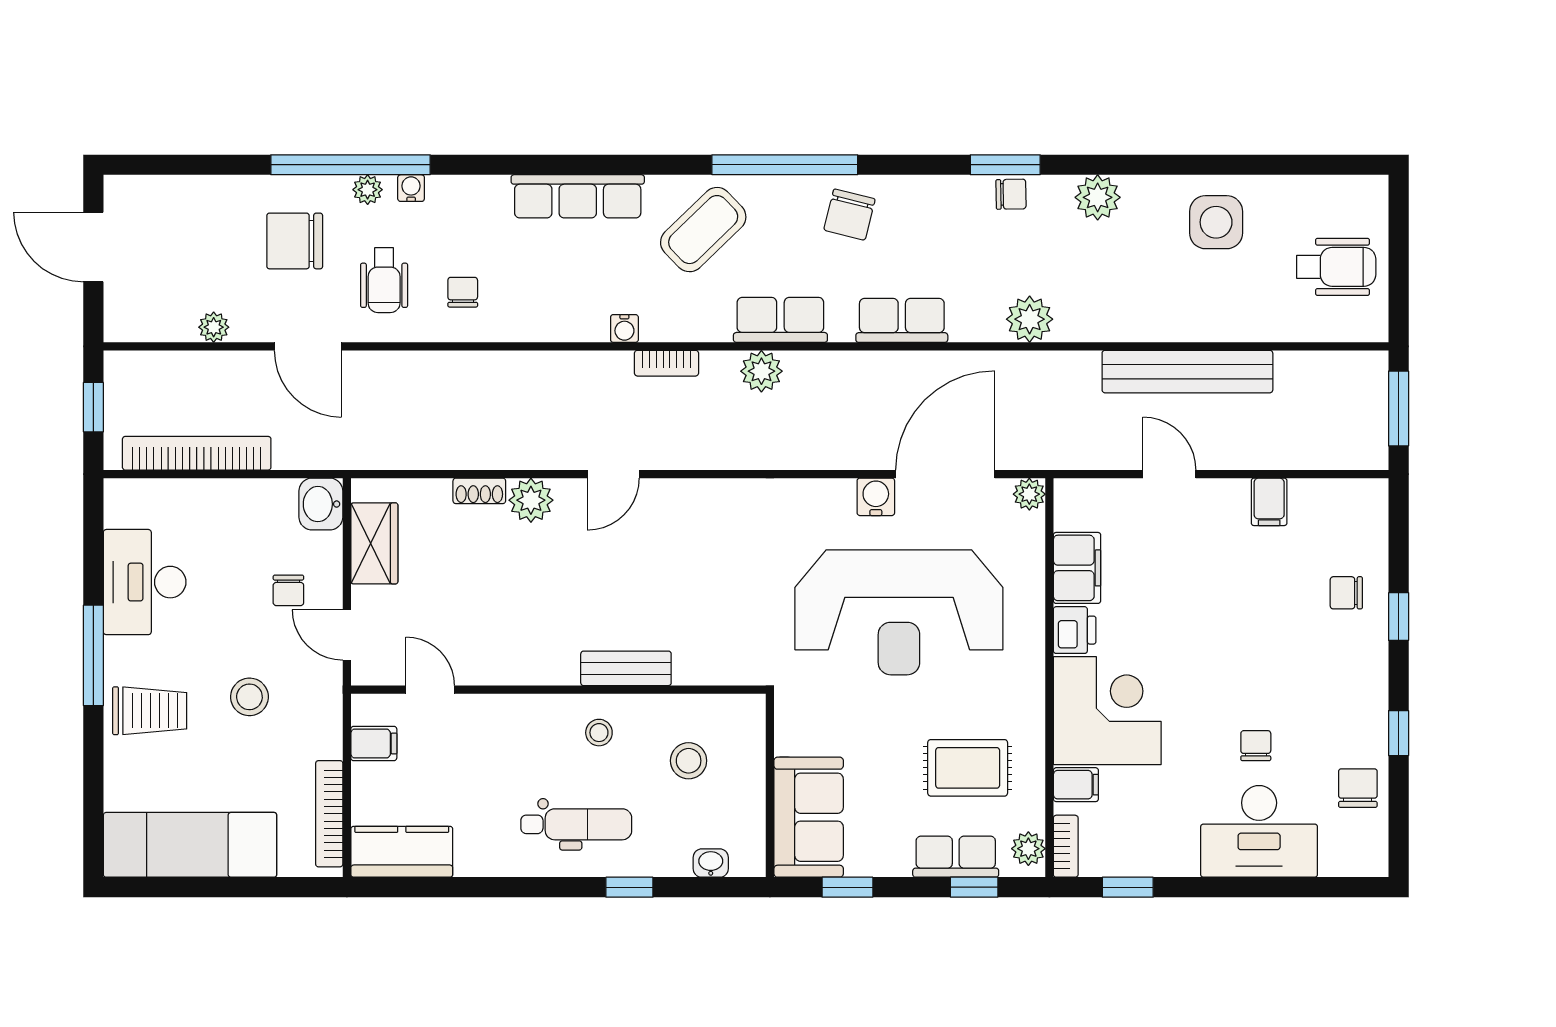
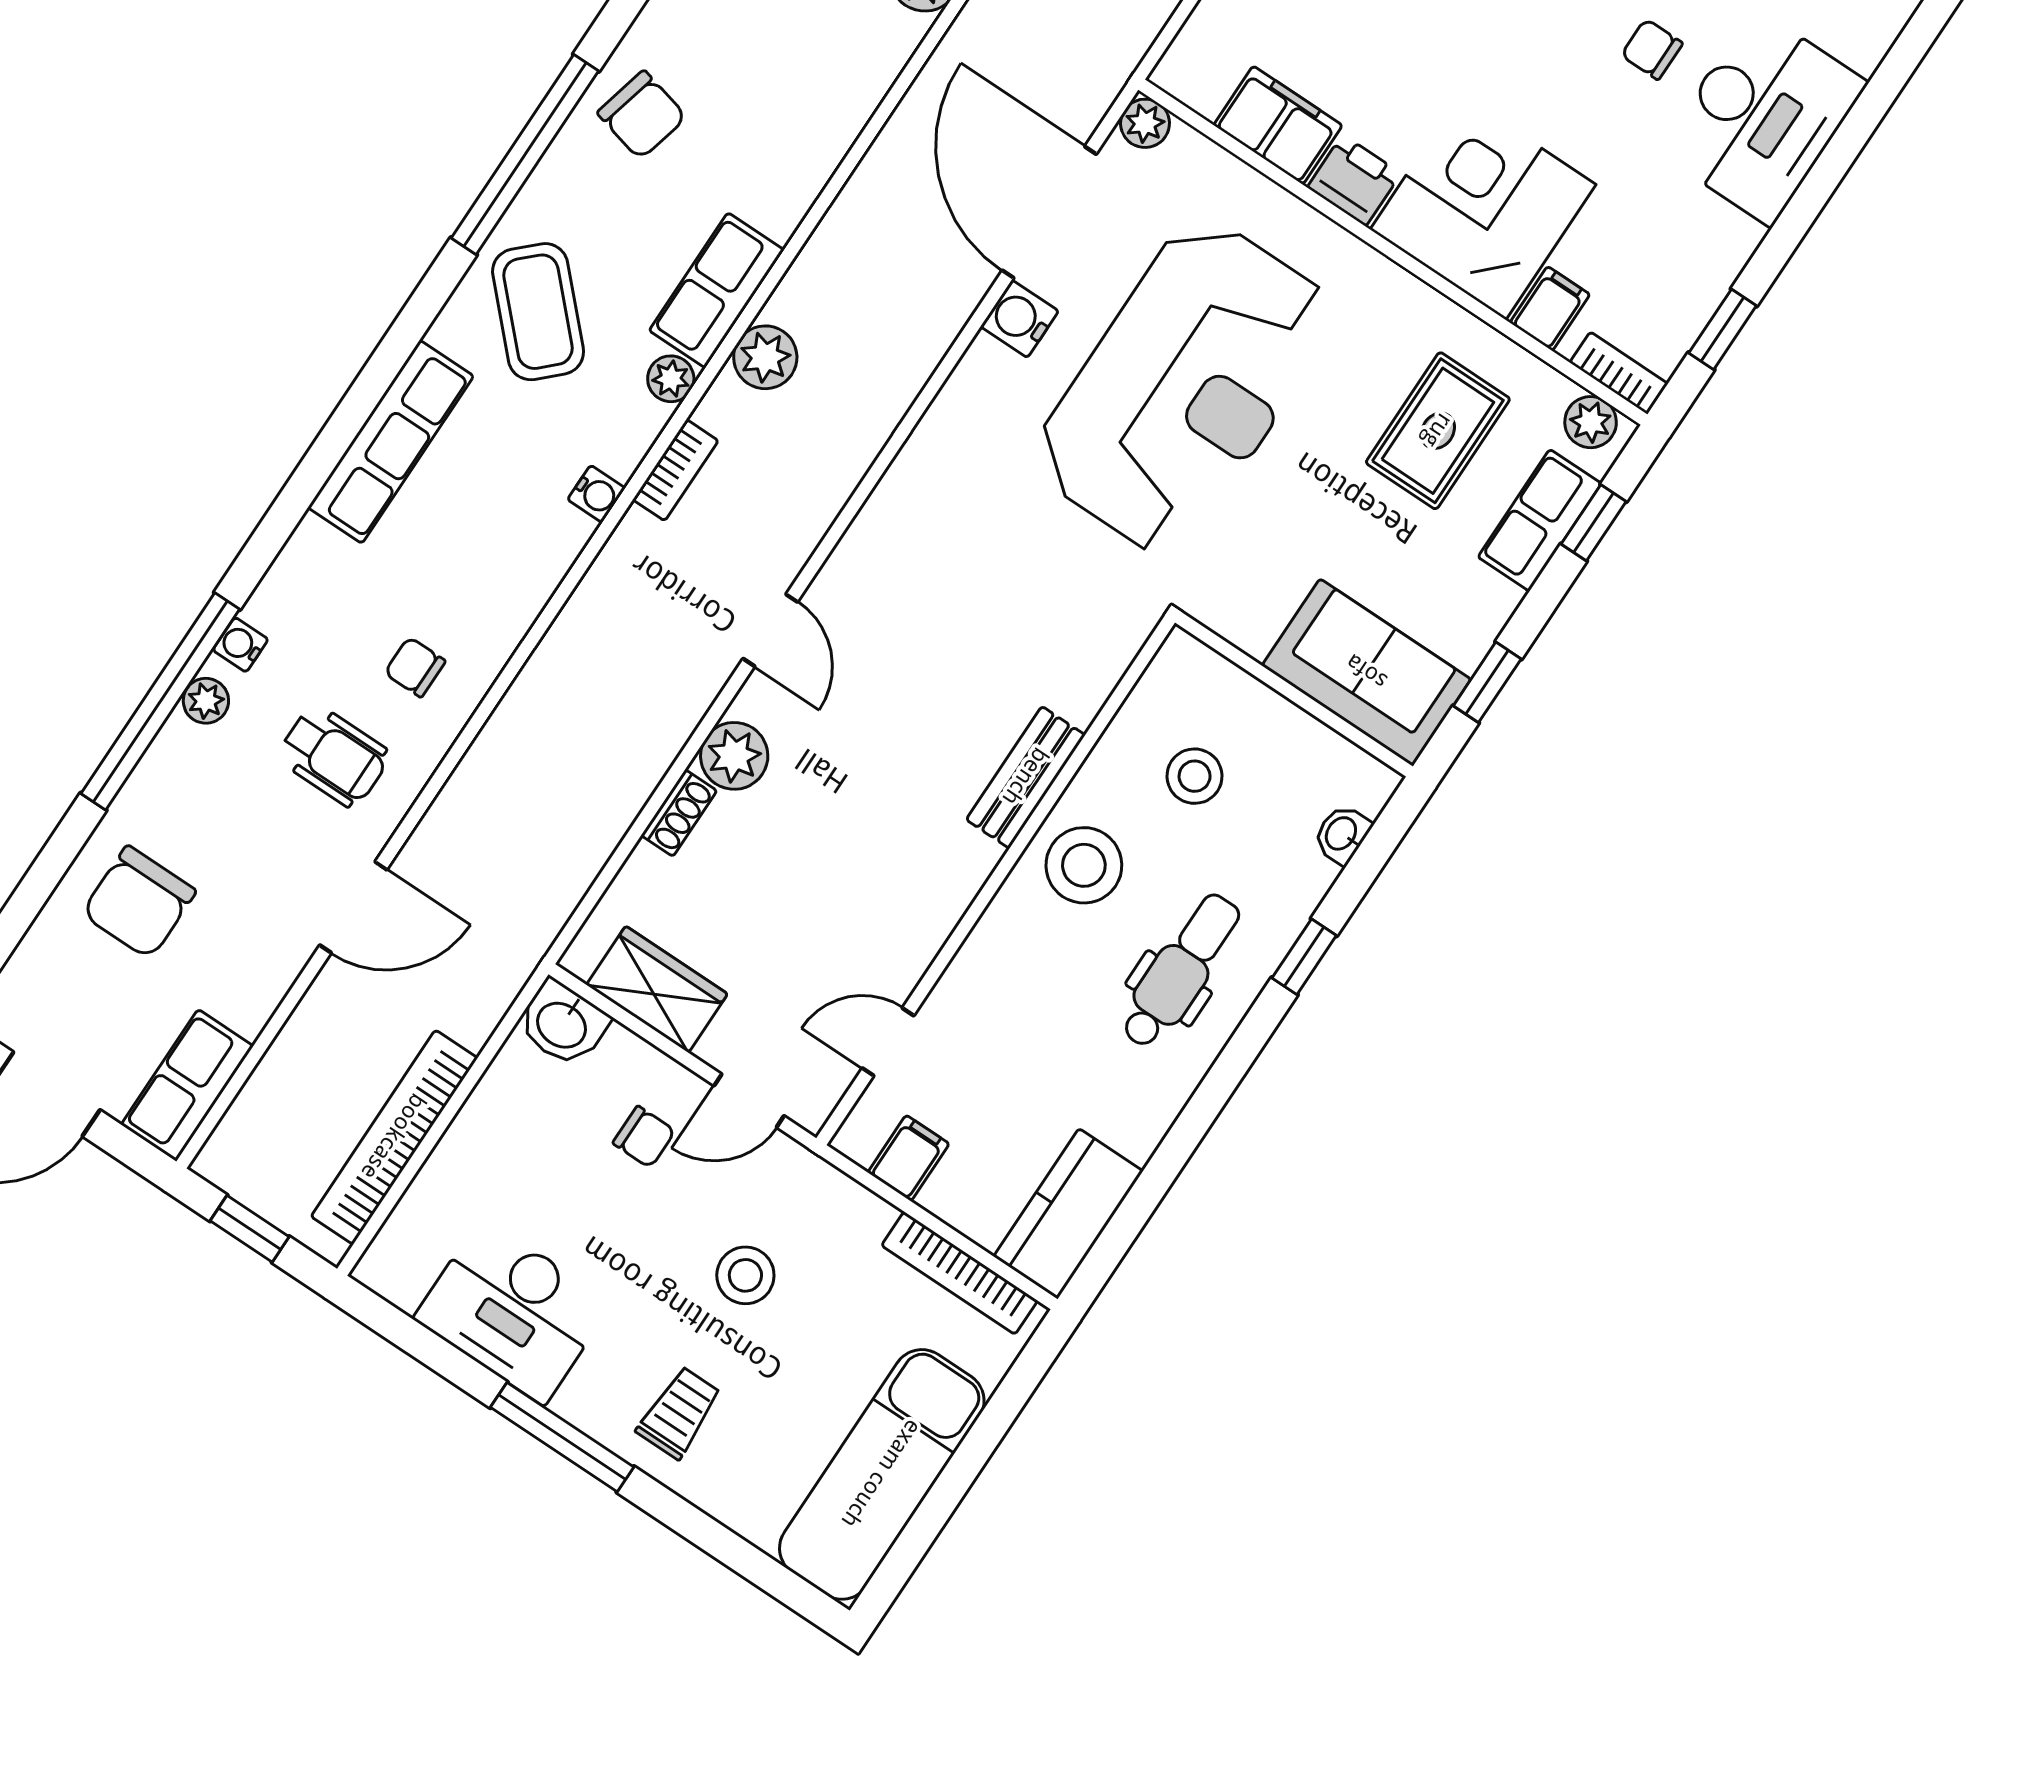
chair: (295, 241) -> (139, 902), moved
row of seats: (902, 320) -> (187, 1085), moved
plant: (214, 327) -> (671, 379), moved
trolley: (150, 711) -> (679, 1413), width x0.73, depth x0.72
stool: (599, 733) -> (1084, 865), width x1.89, depth x1.89

